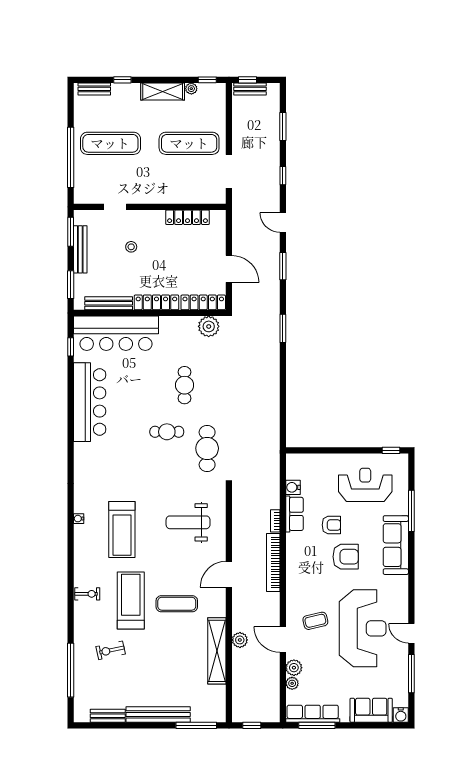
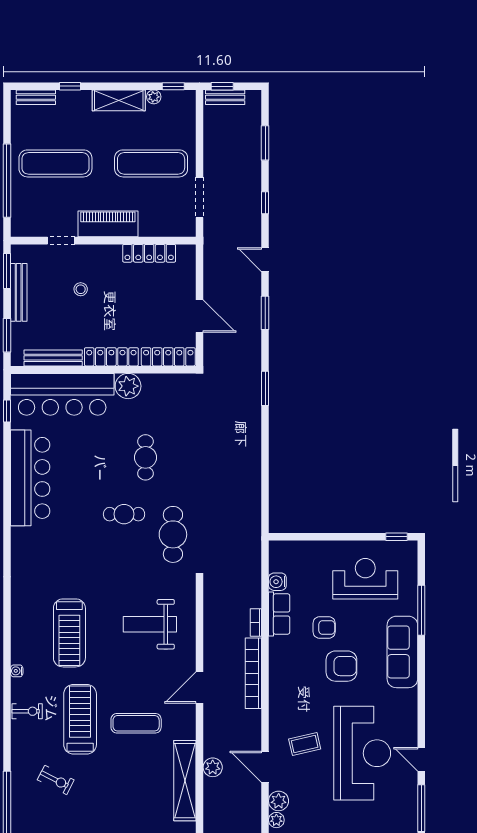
piano: (154, 193) -> (108, 224), added
plant: (209, 326) -> (128, 386), moved
water cooler: (79, 519) -> (17, 671), moved
exercise bike: (111, 650) -> (56, 780), turned -141

